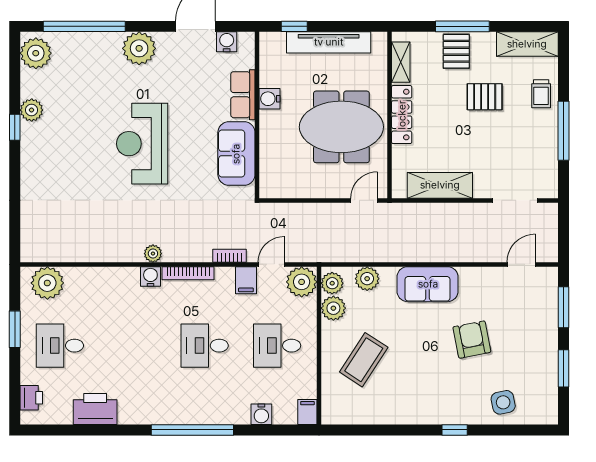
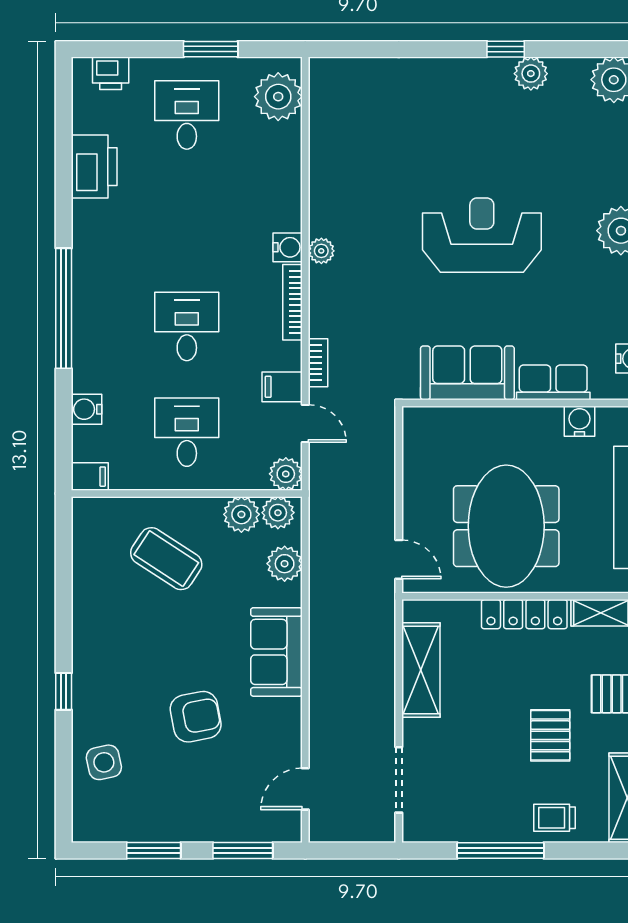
water cooler: (270, 99) -> (580, 421), moved
door: (521, 264) -> (305, 789), swing flipped
plant: (302, 282) -> (286, 474), width x0.73, depth x0.73

